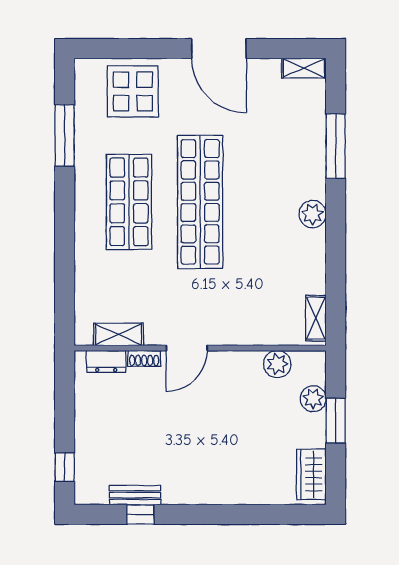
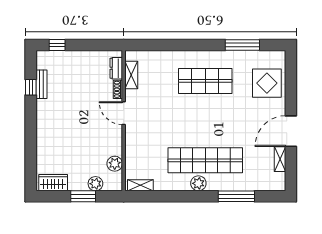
shelving: (304, 68) -> (280, 159), moved
shop shelf: (200, 202) -> (205, 160), moved

